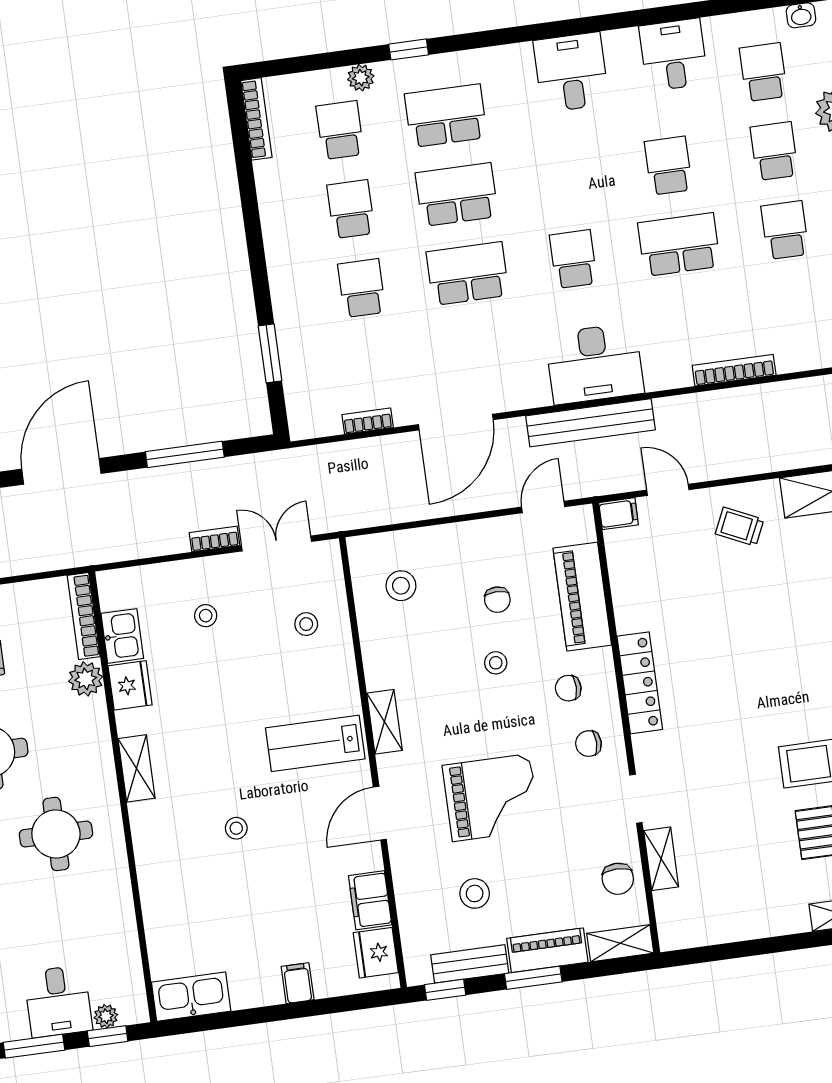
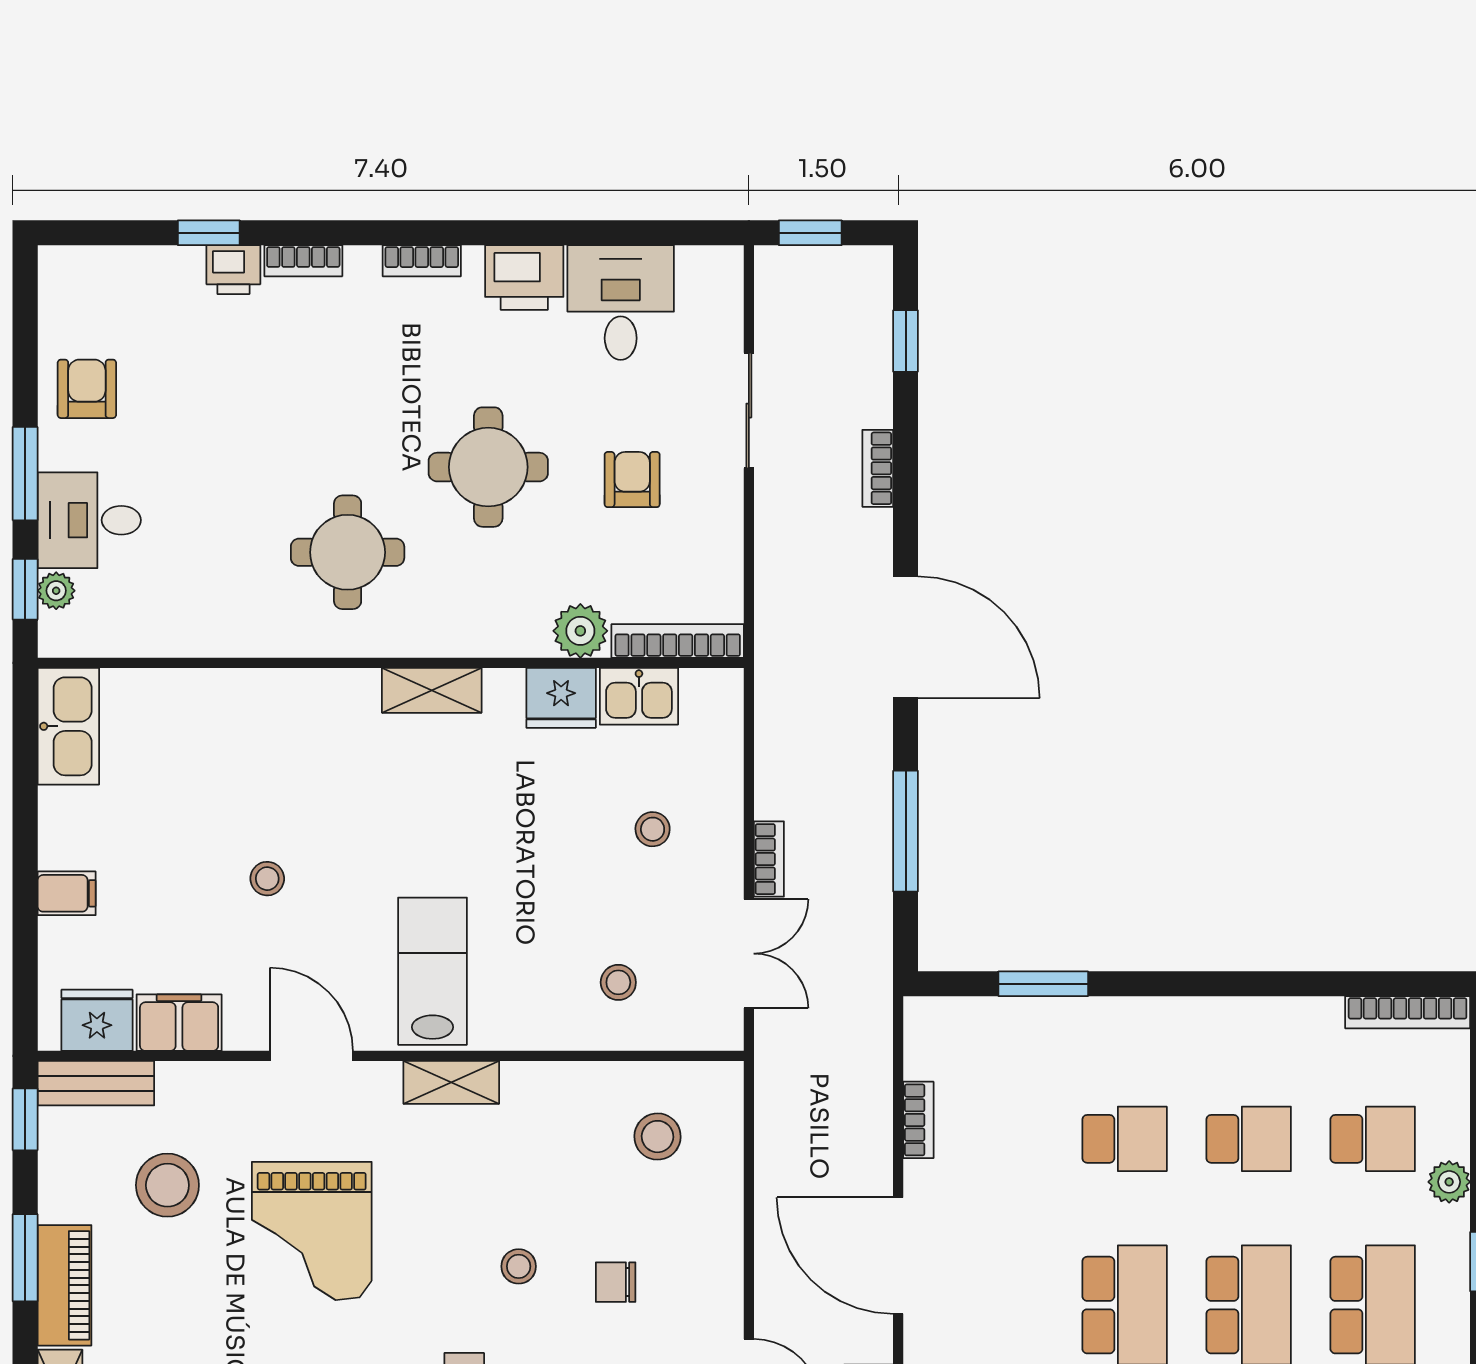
stool: (236, 828) -> (267, 879), moved
stool: (475, 893) -> (167, 1185), width x1.38, depth x1.38
bench: (470, 964) -> (96, 1083), moved, turned 90

